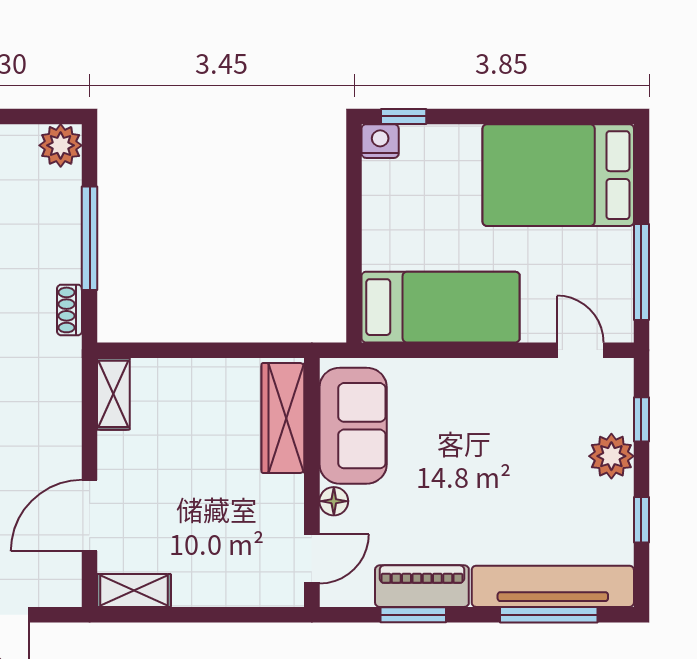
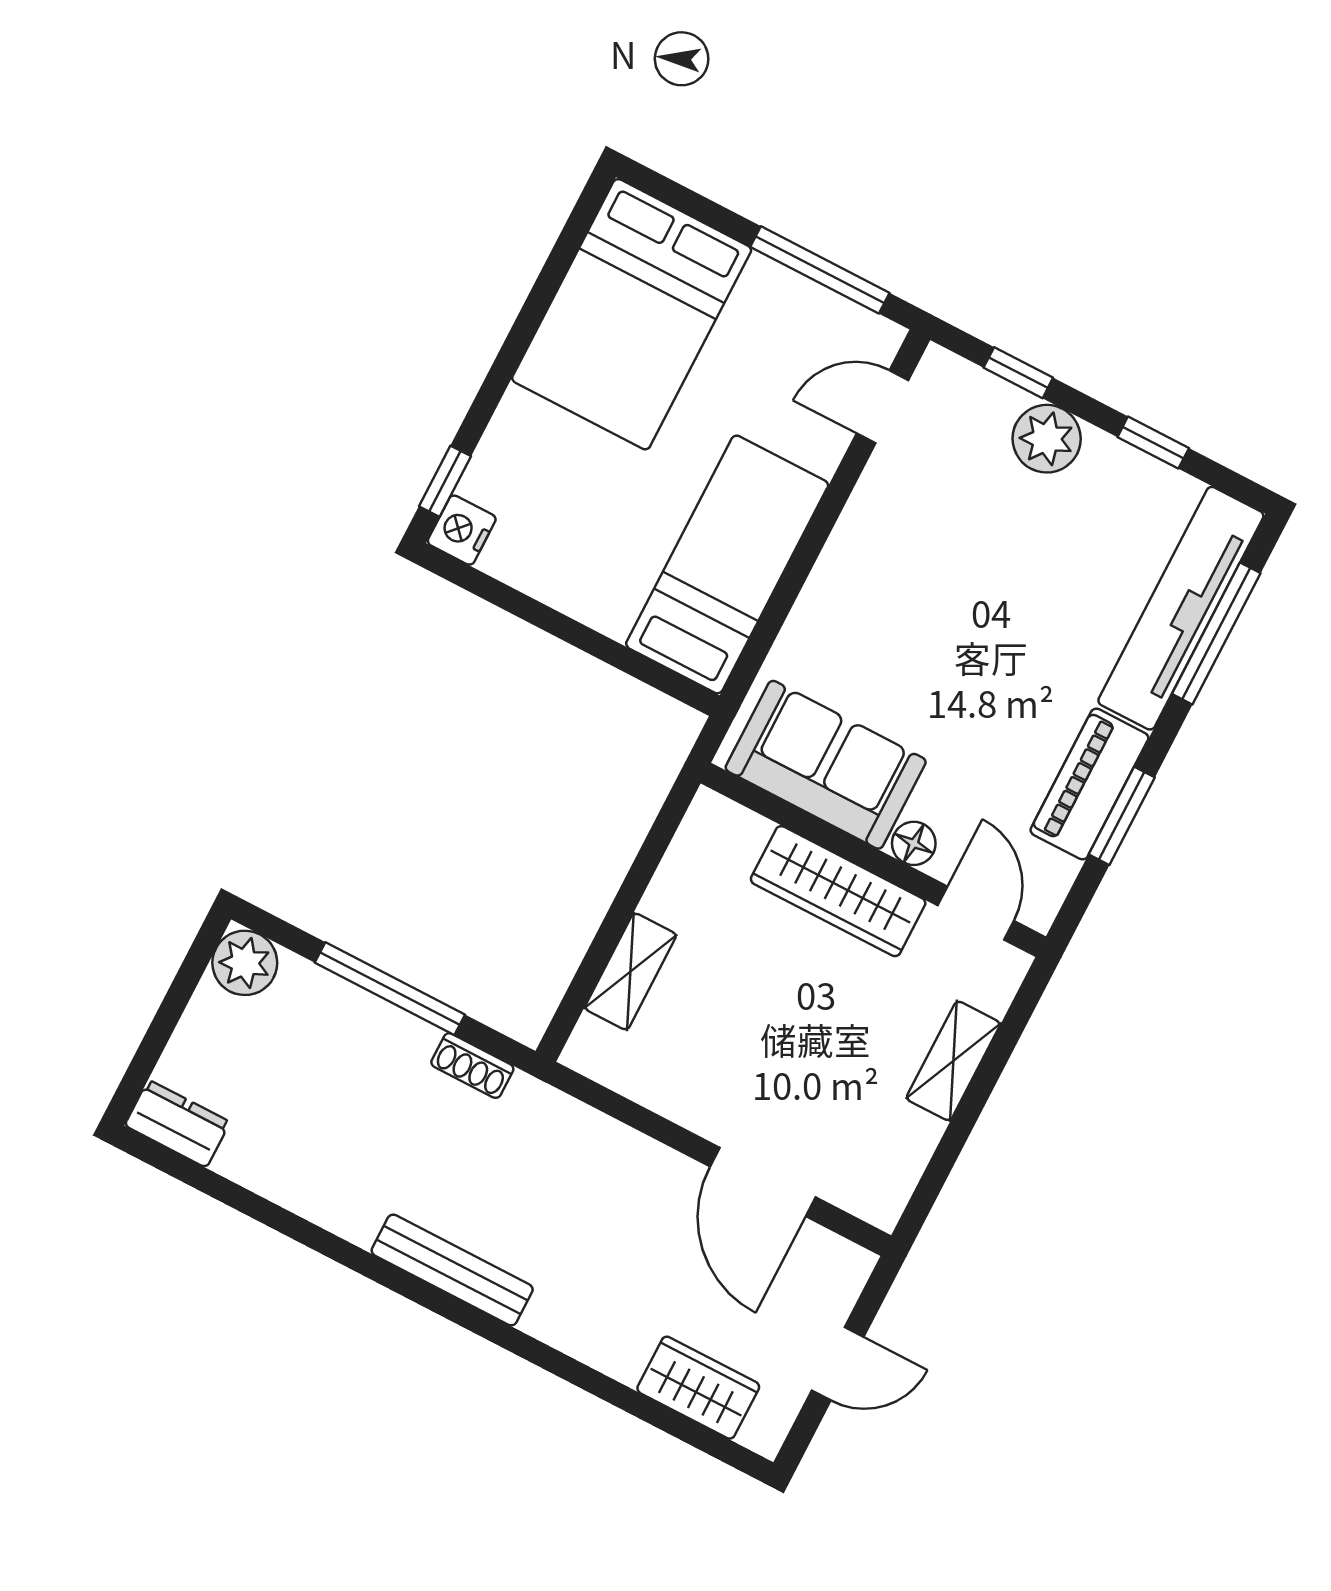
shelving: (113, 394) -> (630, 971), moved, turned 90
wardrobe: (283, 418) -> (838, 891), moved
shelving: (134, 590) -> (953, 1061), moved

